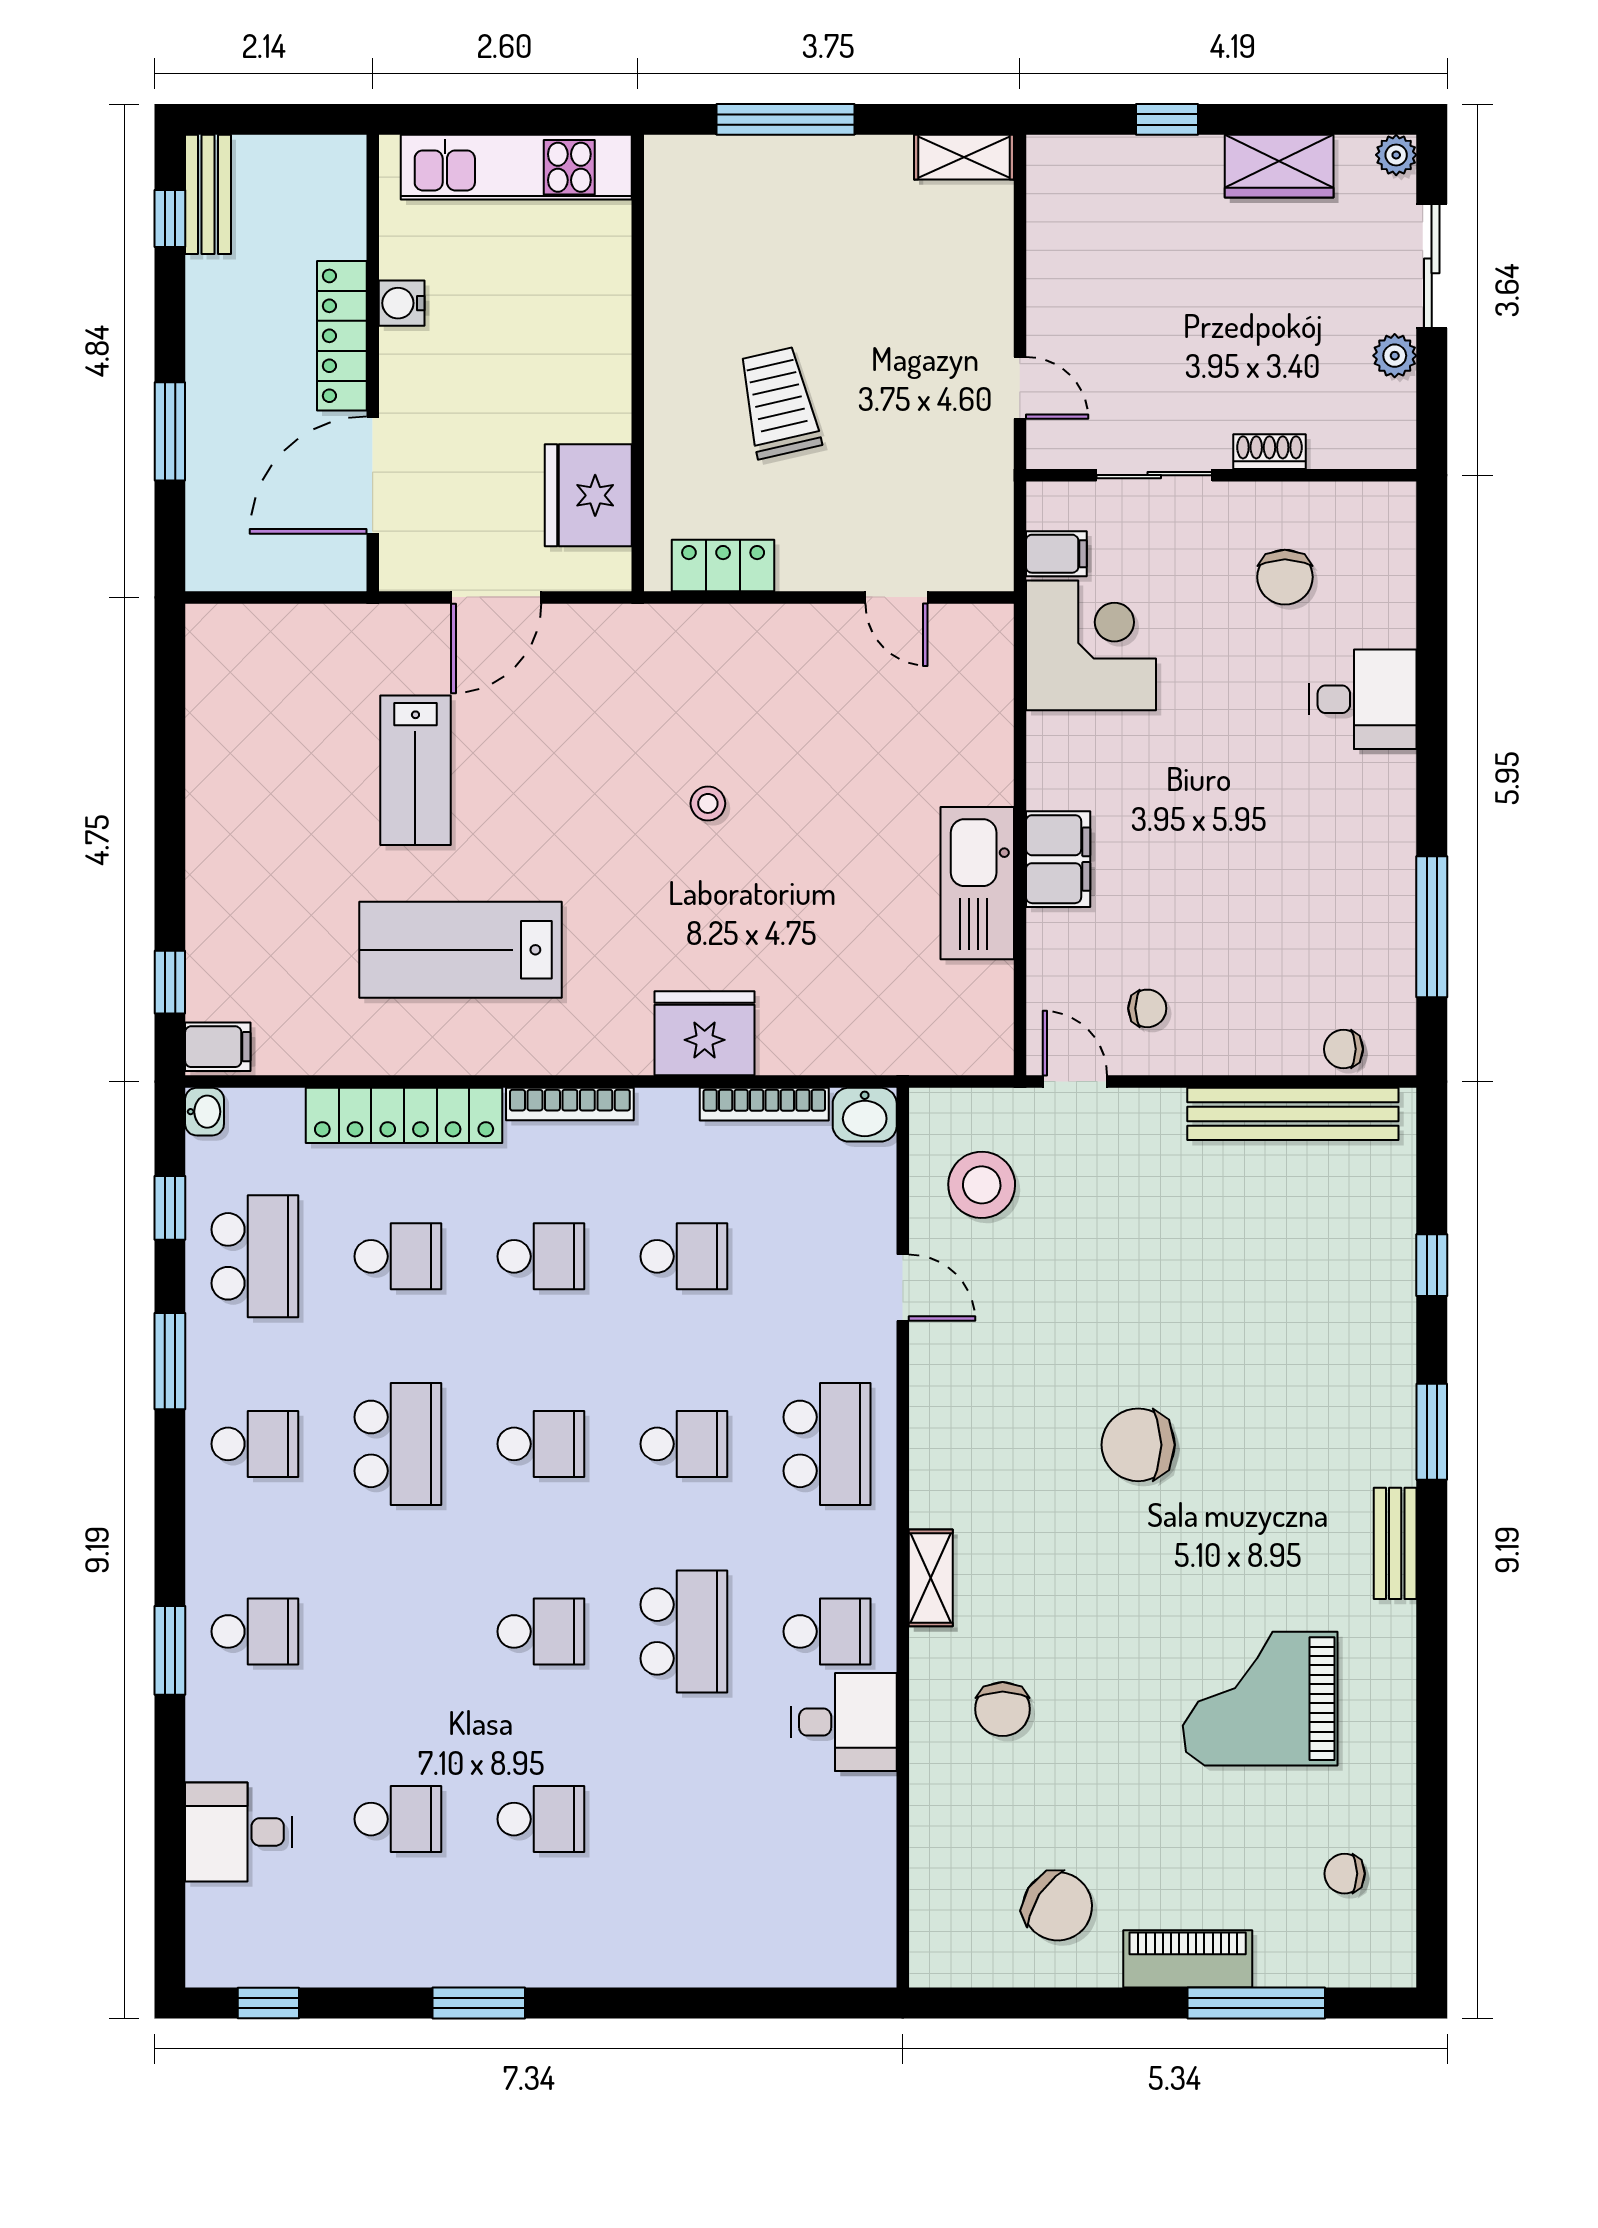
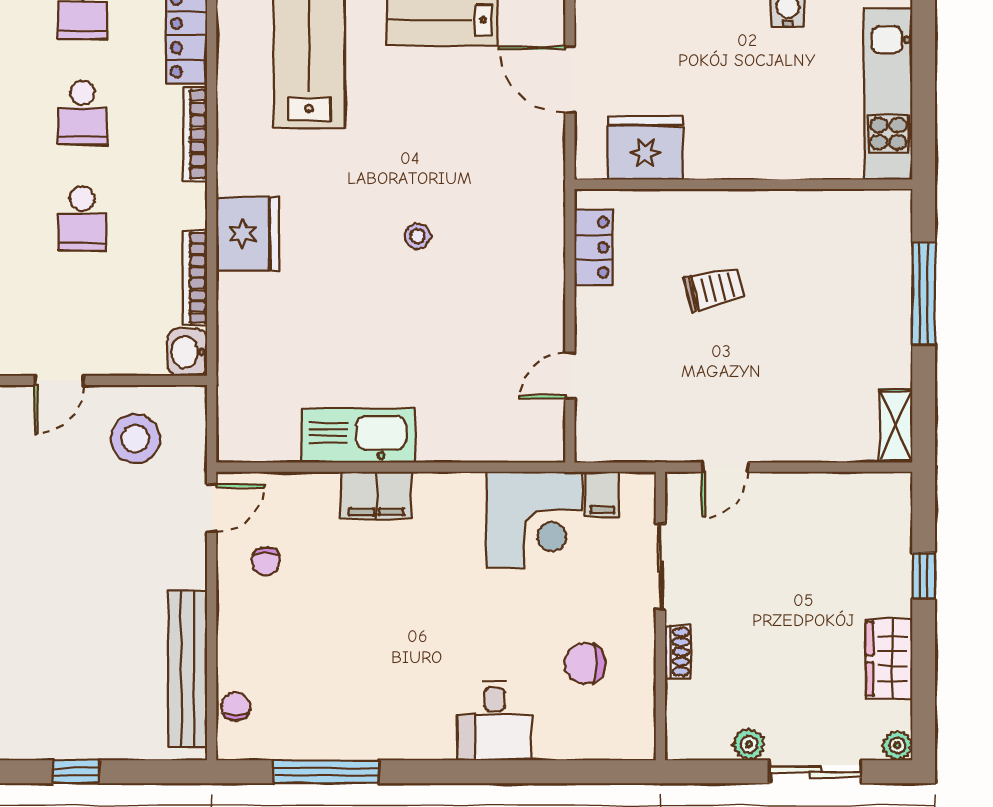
trolley: (779, 403) -> (714, 289), width x0.73, depth x0.72

